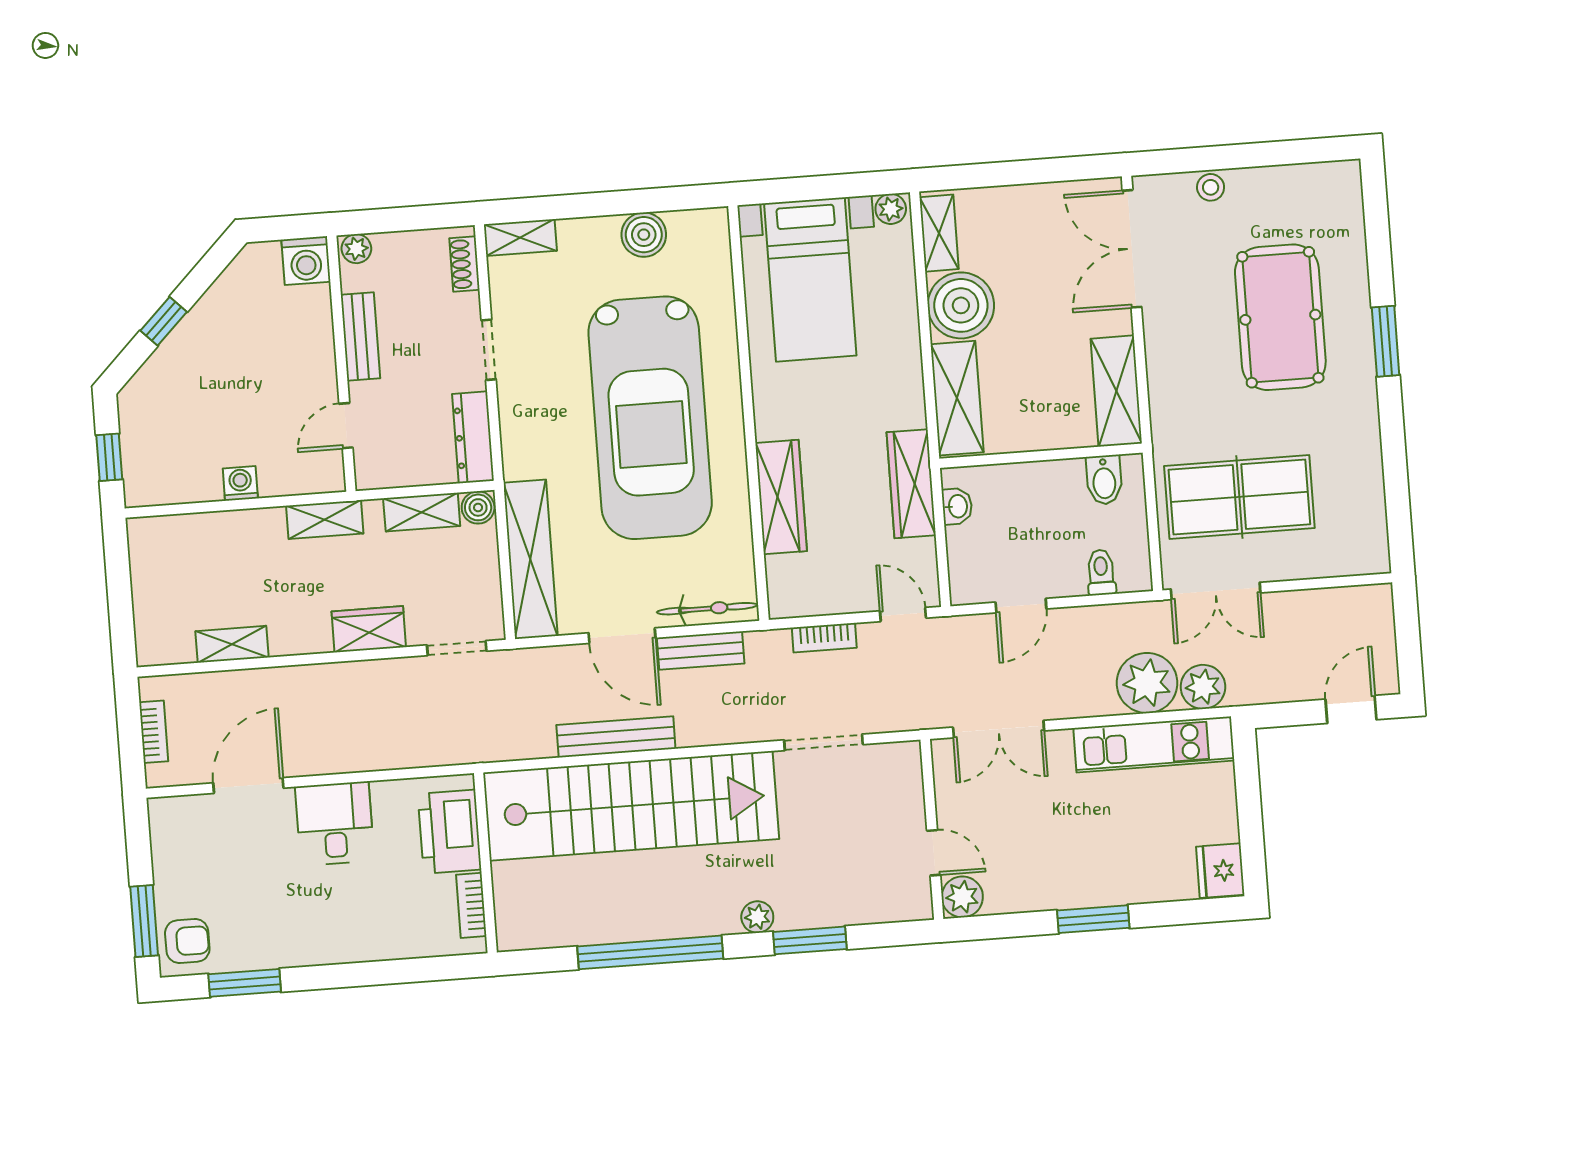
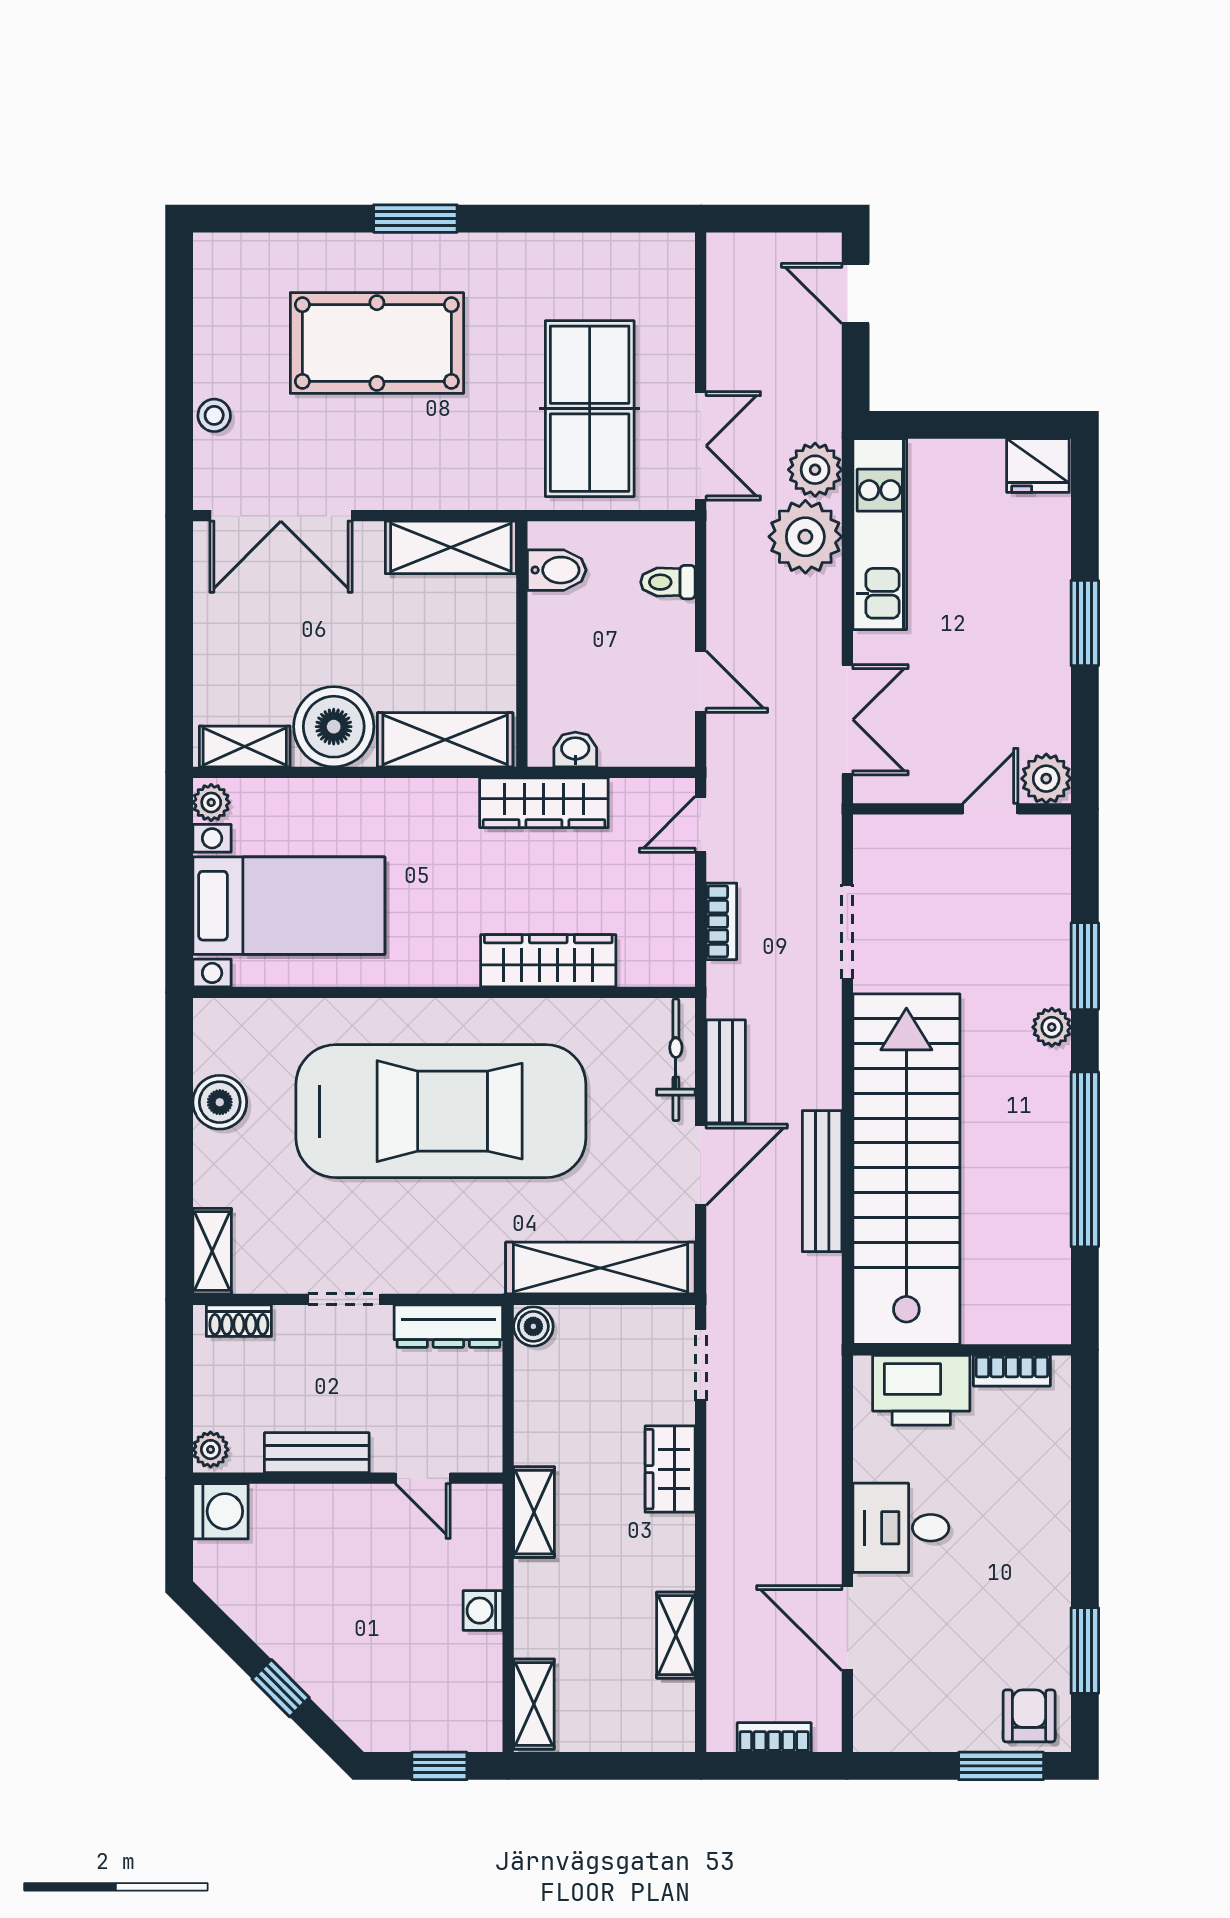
shelving: (422, 512) -> (534, 1704), moved

